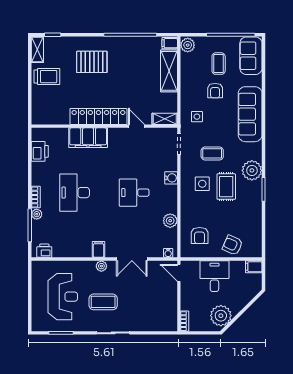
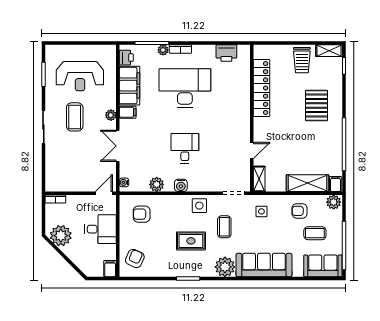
armchair: (215, 91) -> (300, 211), moved
locker: (98, 117) -> (262, 88), moved
filing cabinet: (88, 138) -> (130, 86), moved, turned 180
plant: (252, 170) -> (225, 267), moved
water cooler: (171, 178) -> (181, 185), moved
side table: (202, 184) -> (199, 206), moved
desk: (75, 193) -> (185, 88), width x1.36, depth x1.30
armchair: (233, 245) -> (135, 258), moved

